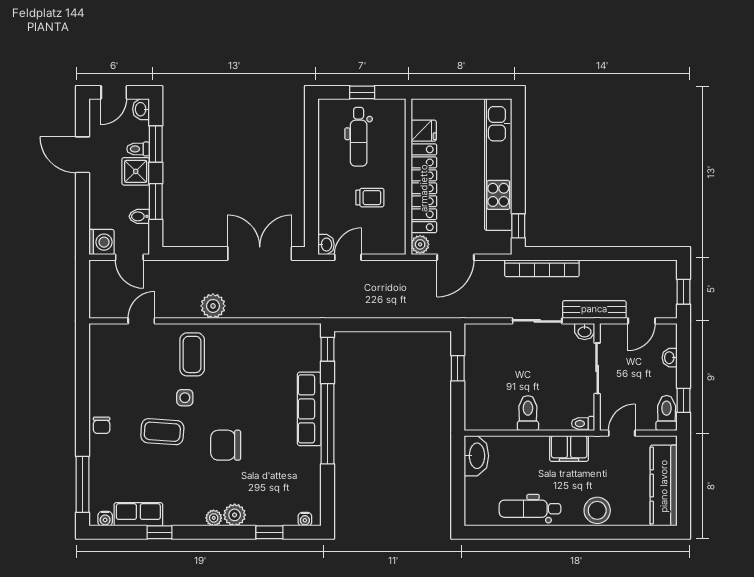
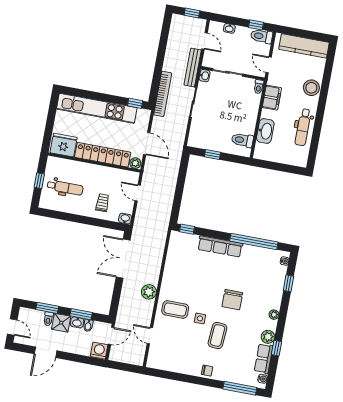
washbasin: (141, 109) -> (77, 322), moved
fridge: (424, 131) -> (64, 145), width x1.88, depth x1.34
trolley: (370, 198) -> (102, 203), moved
door: (348, 257) -> (138, 193), moved
toilet: (528, 413) -> (242, 140), moved
window: (328, 424) -> (254, 242), moved
washbasin: (476, 456) -> (265, 131), moved, turned 90
plant: (235, 515) -> (268, 337), moved

